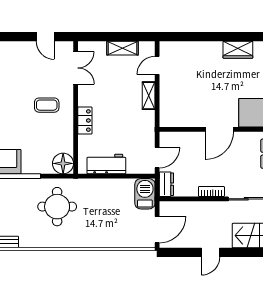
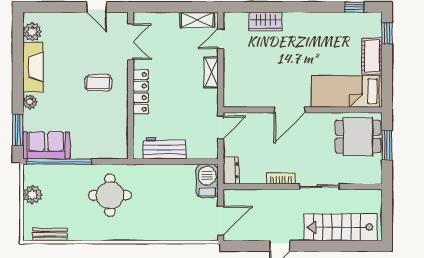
shelving: (123, 48) -> (197, 20), moved
wardrobe: (238, 50) -> (265, 22), moved
locker: (85, 121) -> (141, 92), width x1.53
door: (157, 158) -> (221, 127), moved
floor lamp: (63, 163) -> (116, 148), removed

